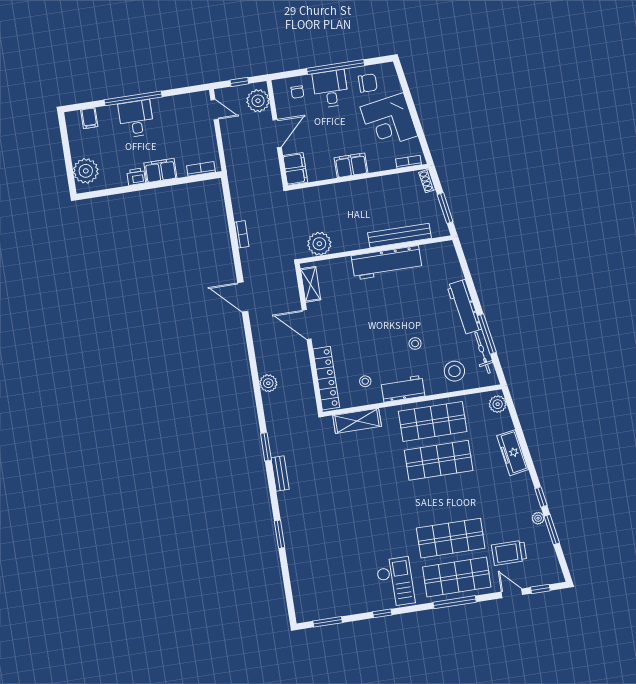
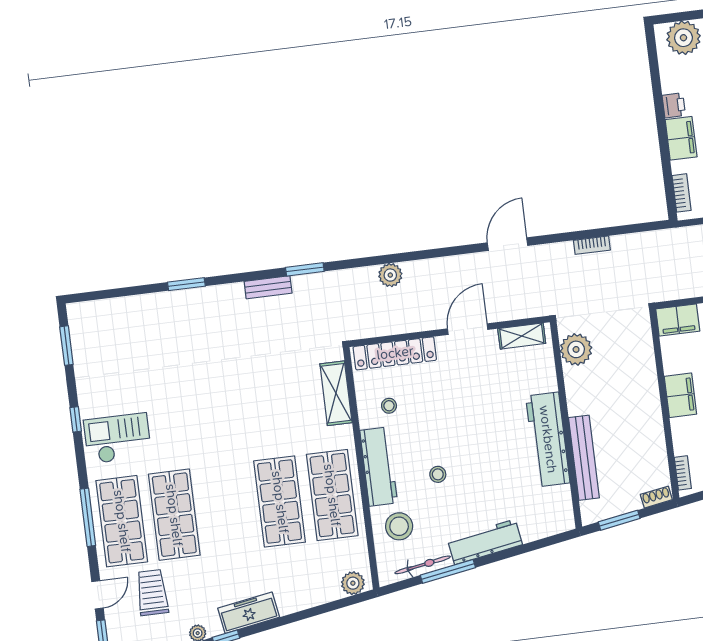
workbench: (403, 389) -> (379, 467), width x1.38
freezer: (512, 453) -> (249, 613), moved
checkout: (395, 582) -> (117, 438), turned 180

